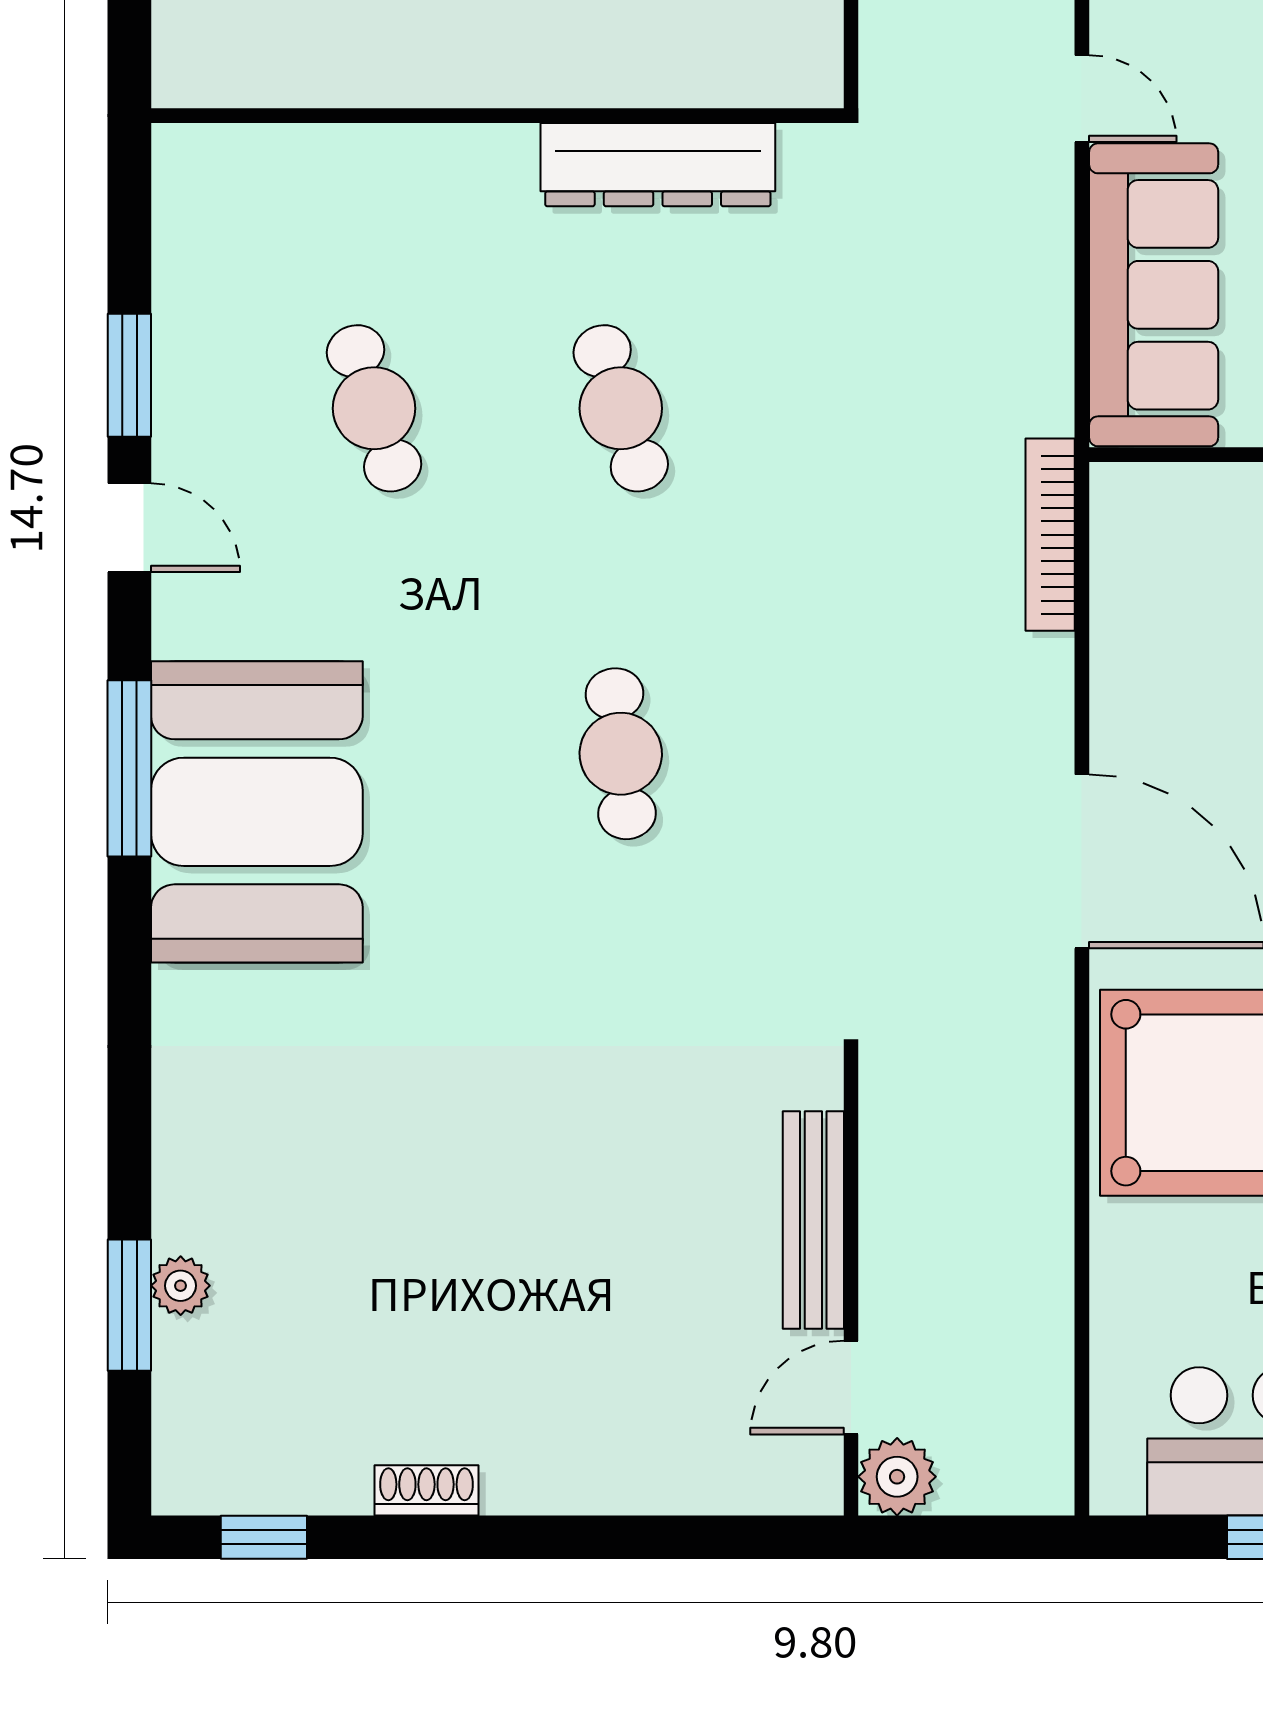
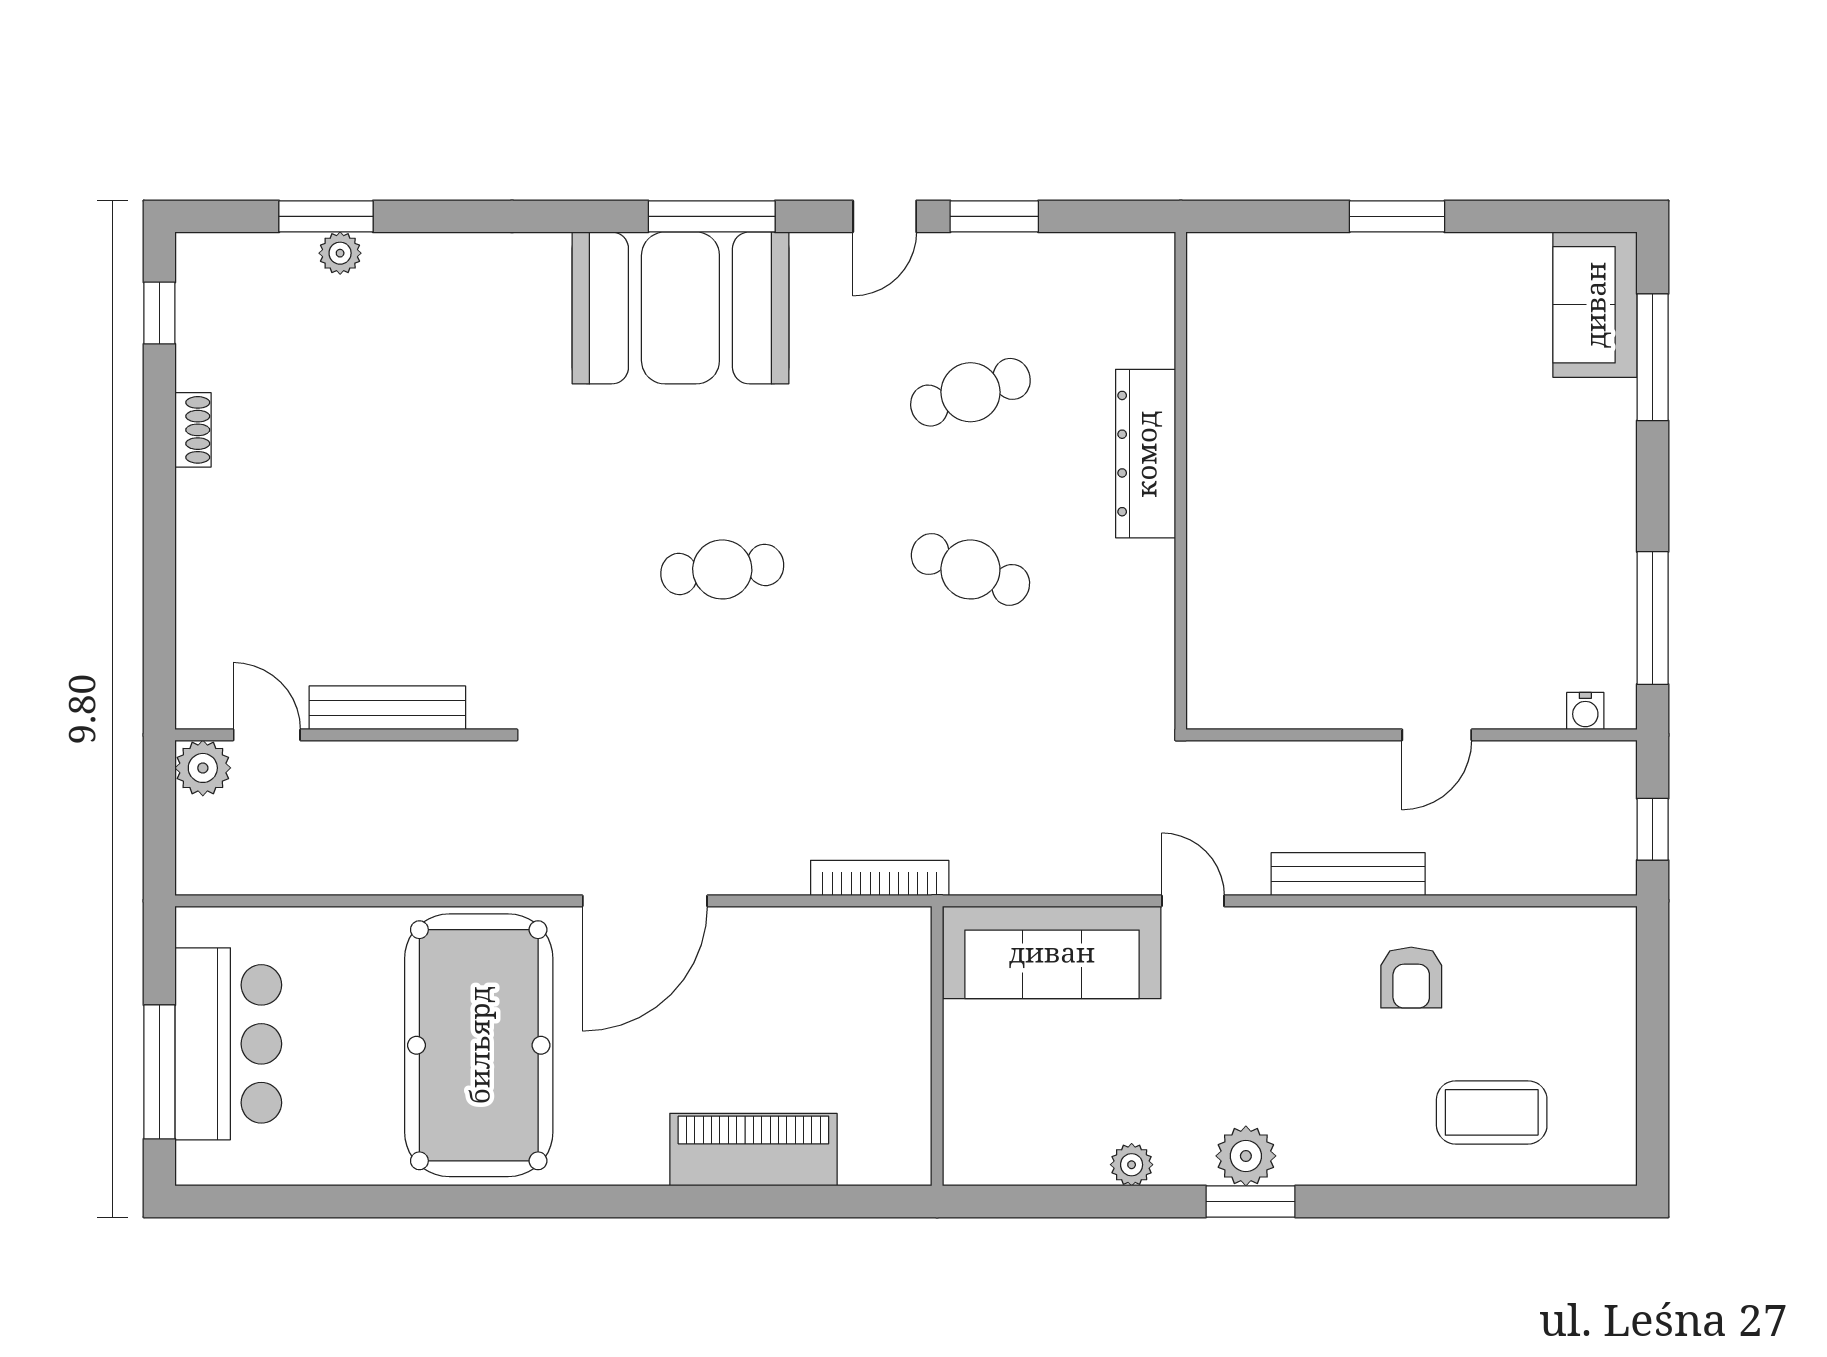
door: (1082, 99) -> (1193, 901), swing flipped
dresser: (658, 165) -> (1146, 454), moved
cafe table: (621, 408) -> (970, 569), turned 39

